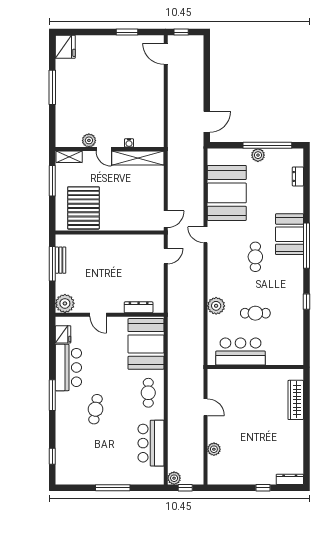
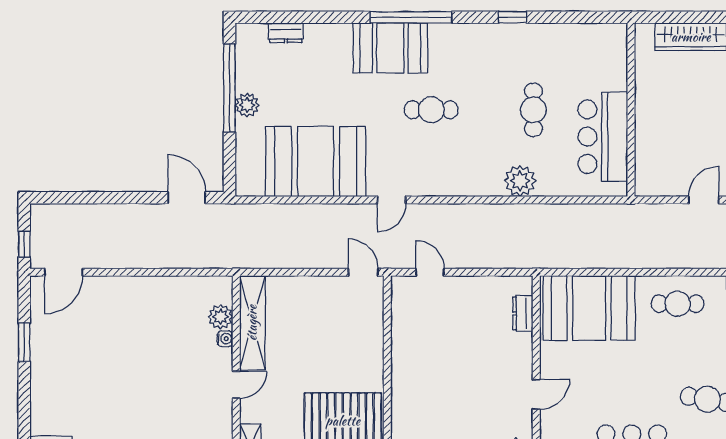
plant: (89, 140) -> (220, 317), moved
dresser: (139, 307) -> (523, 313), width x0.70

